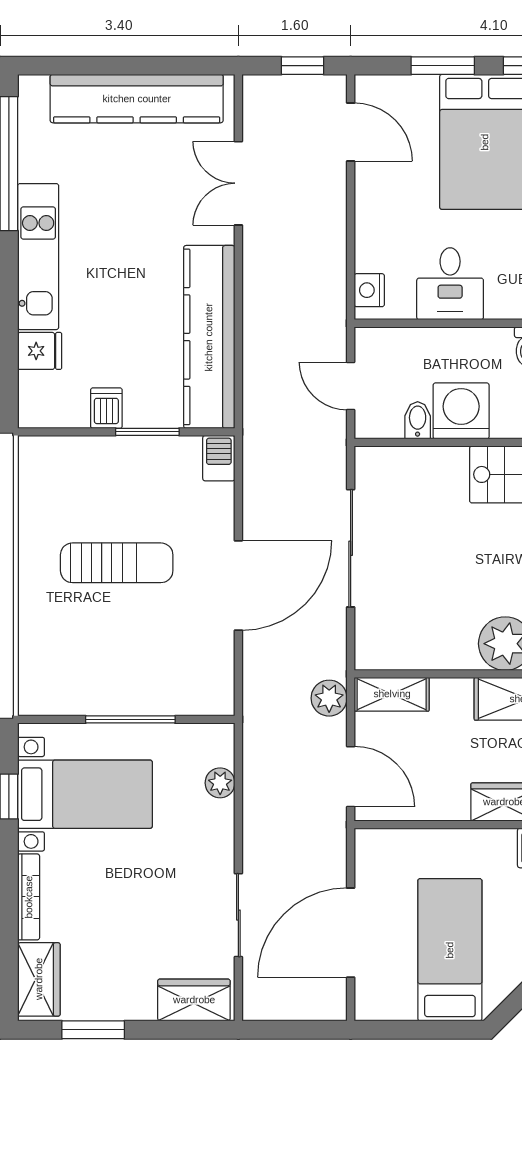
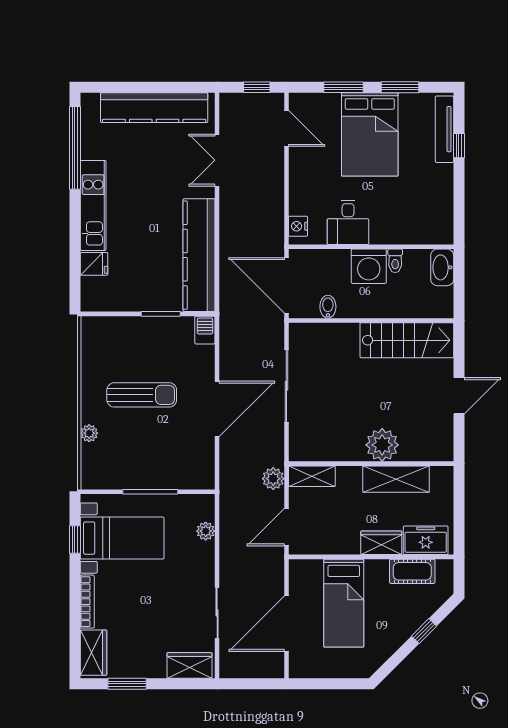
door: (351, 386) -> (286, 285), width x1.88
dishwasher: (106, 408) -> (135, 299), removed
washing machine: (461, 411) -> (369, 266), moved, turned 180
plant: (32, 625) -> (89, 433), added
door: (351, 777) -> (286, 527), swing flipped
bed: (450, 950) -> (344, 603), moved, turned 180

